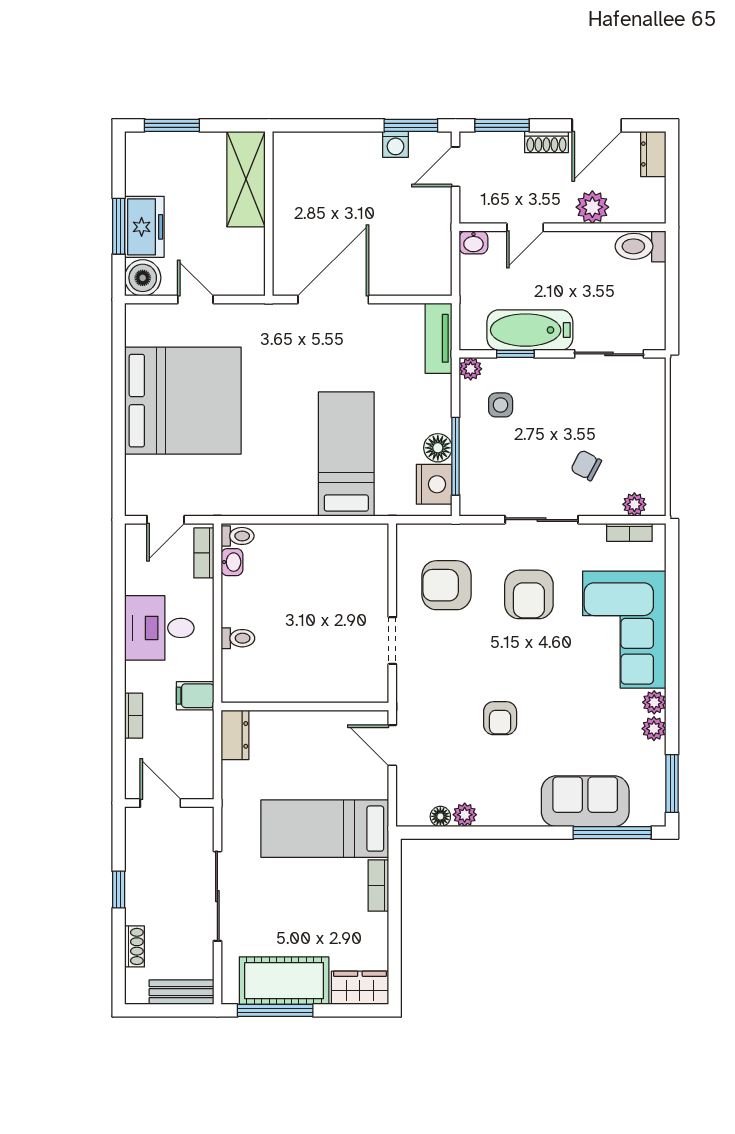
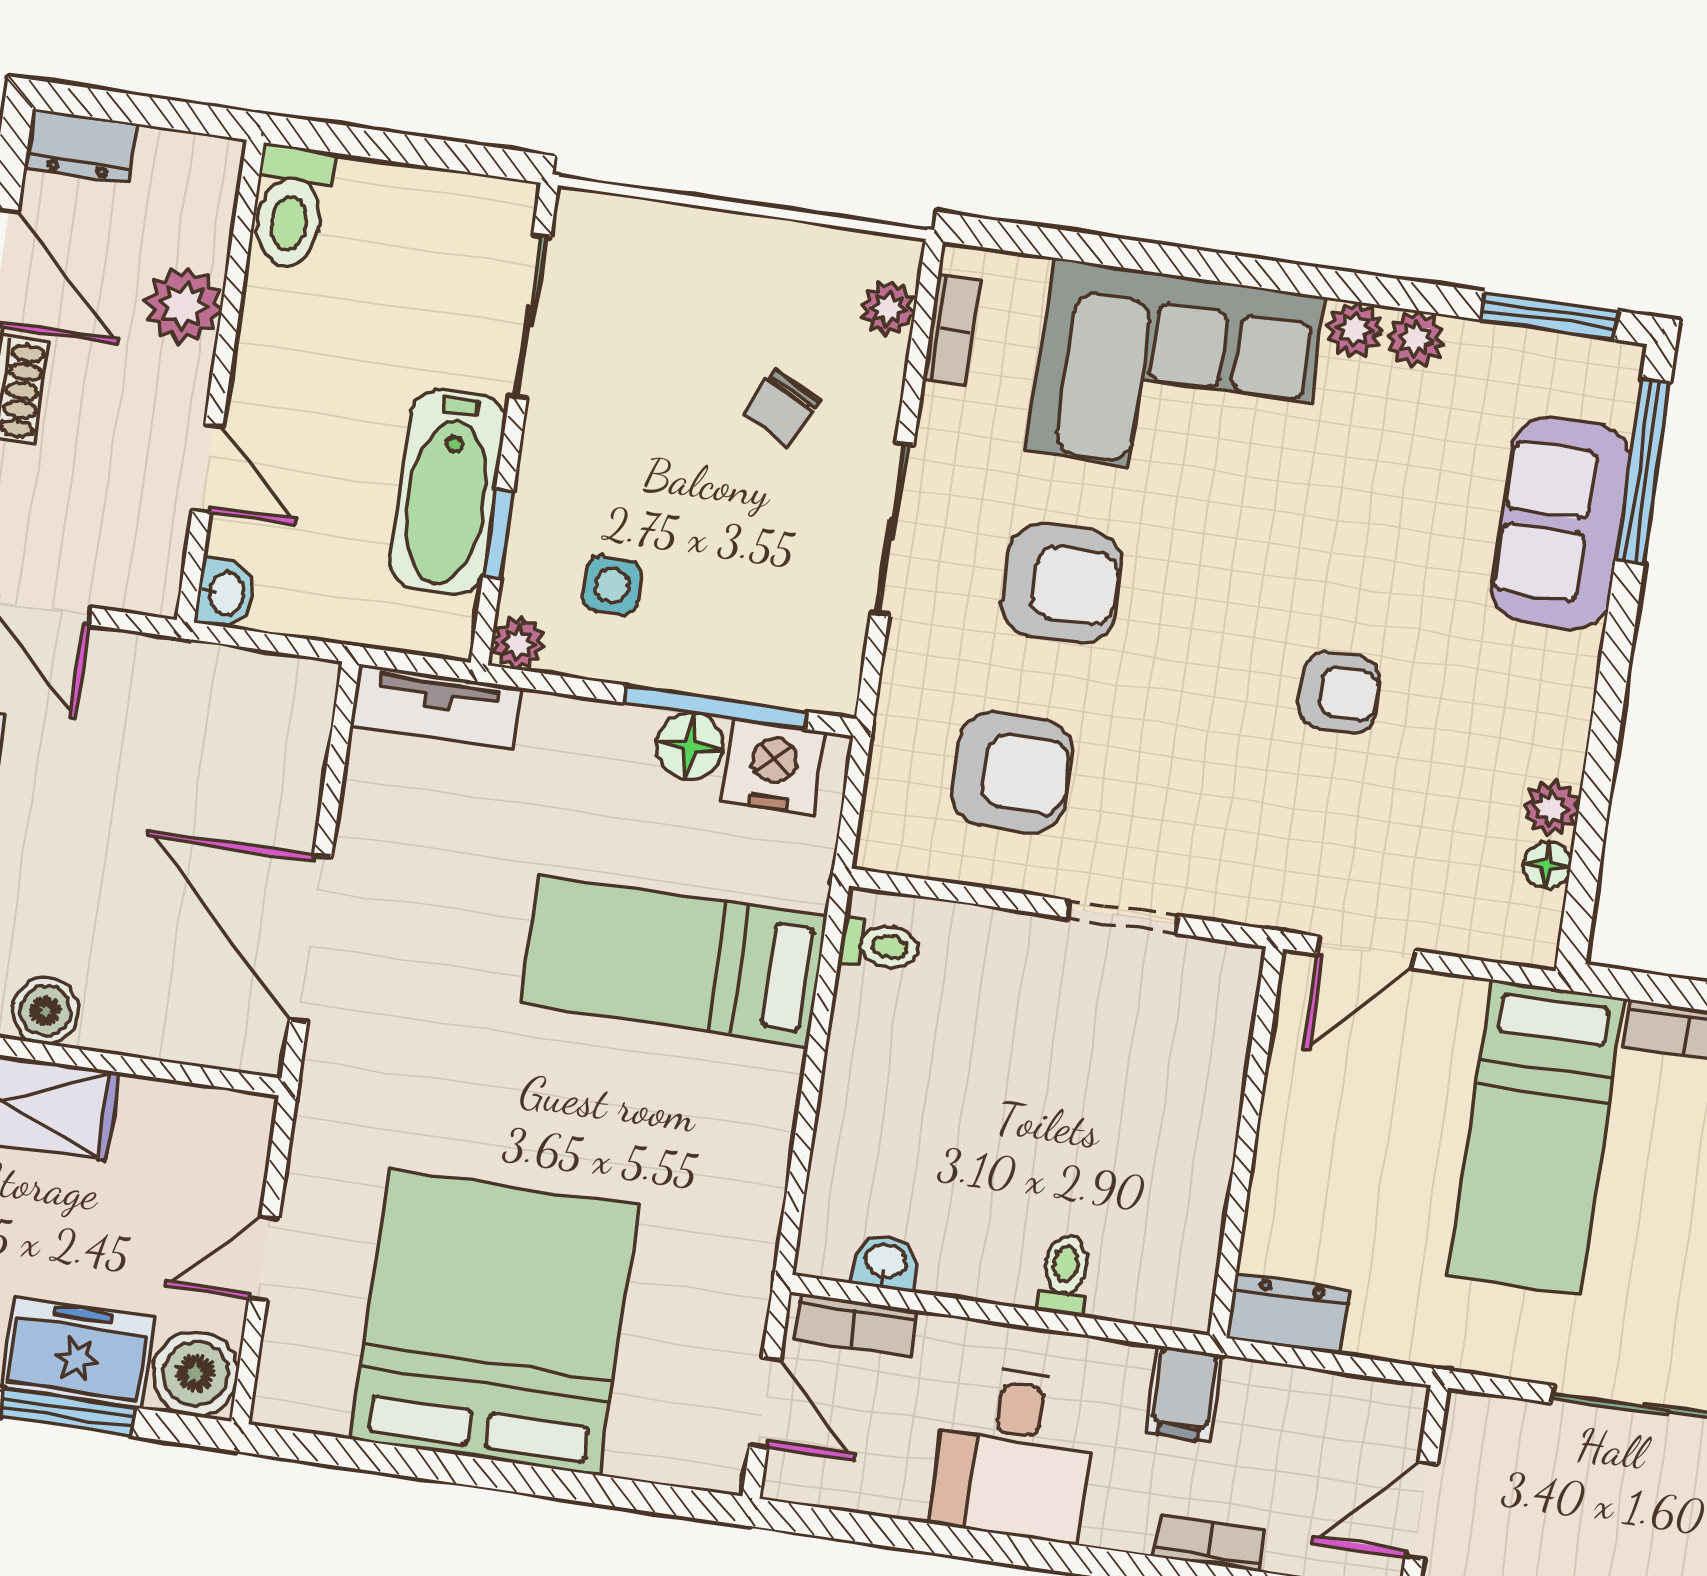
boiler: (286, 192) -> (46, 1011), added
toilet: (238, 536) -> (879, 945), moved, turned 90
armchair: (446, 585) -> (1012, 772), turned -90

